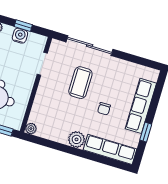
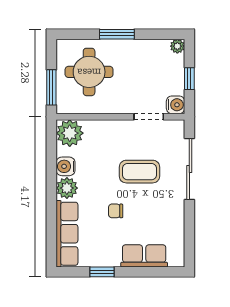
water cooler: (20, 36) -> (176, 105), moved
row of seats: (141, 106) -> (144, 256), width x0.68
plant: (31, 129) -> (70, 133), width x1.88, depth x1.88
water cooler: (60, 136) -> (66, 166), added

